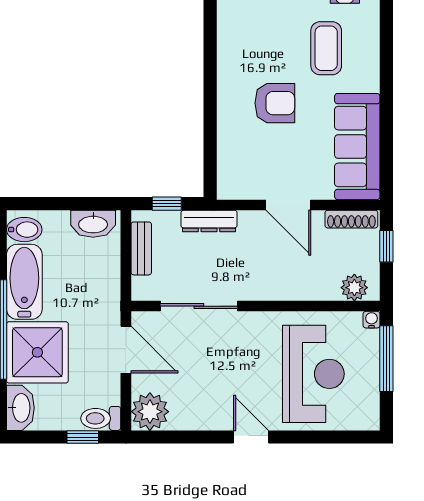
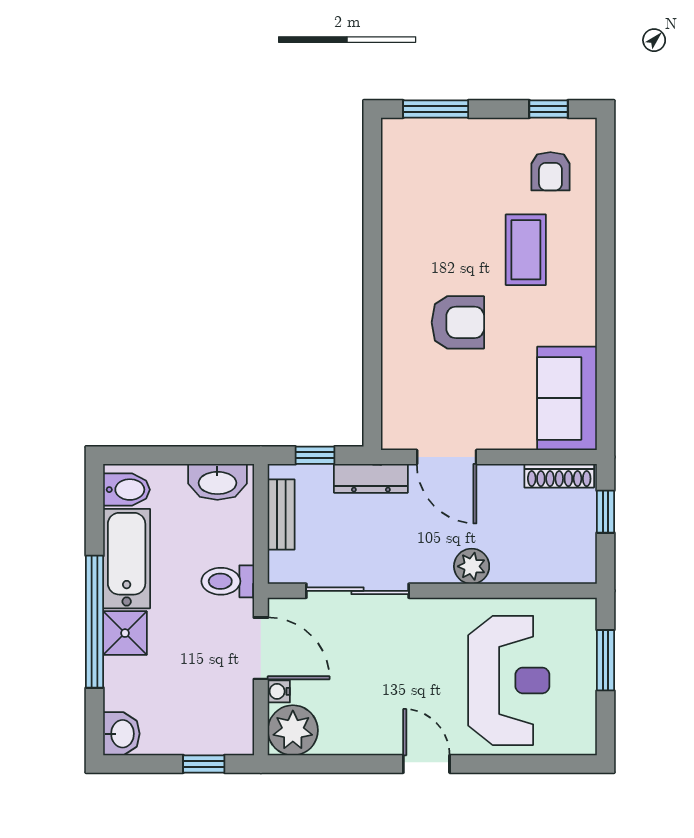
sofa: (357, 147) -> (567, 398), width x0.73
door: (288, 205) -> (447, 457), moved
plant: (354, 288) -> (472, 566), moved
water cooler: (372, 320) -> (279, 691), moved, turned -90
shower: (37, 352) -> (125, 633), width x0.54, depth x0.54
window: (386, 359) -> (605, 660), width x0.69
washbasin: (20, 408) -> (121, 734), width x0.72
toilet: (101, 418) -> (228, 581), moved

